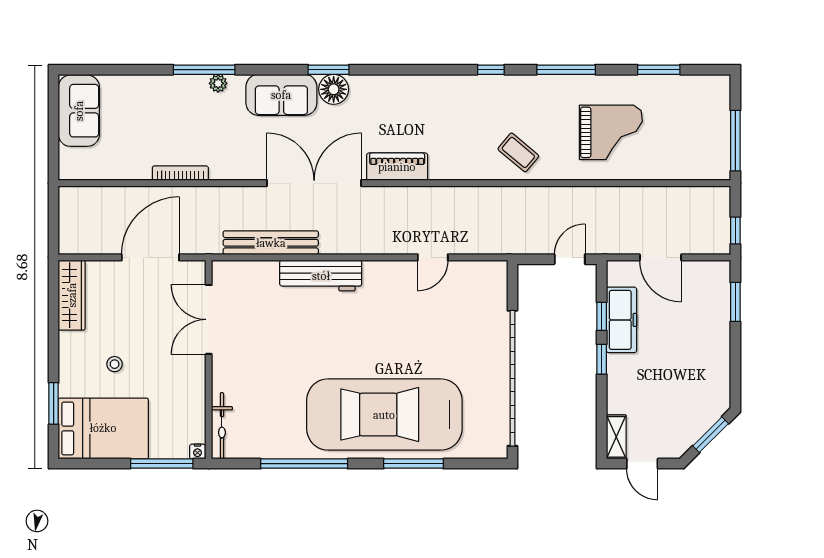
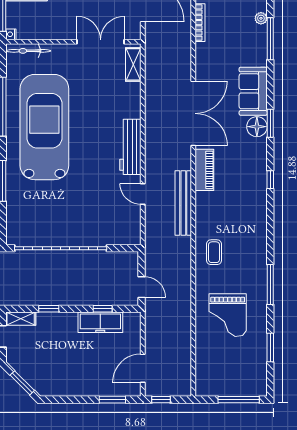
window: (491, 70) -> (270, 180), moved
plant: (218, 83) -> (261, 18), moved
window: (735, 141) -> (239, 400), moved
coffee table: (518, 152) -> (214, 252), turned -40
bench: (271, 243) -> (183, 203), moved
door: (660, 257) -> (143, 368), moved
shelving: (242, 271) -> (133, 64), added
workbench: (321, 276) -> (130, 147), moved
window: (602, 359) -> (49, 309), moved
car: (384, 415) -> (44, 127), moved

